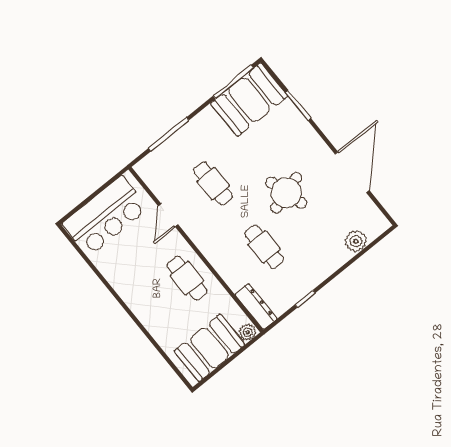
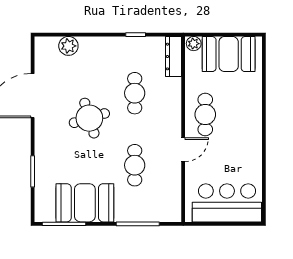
booth: (249, 100) -> (85, 203), moved
door: (168, 215) -> (183, 150), moved

